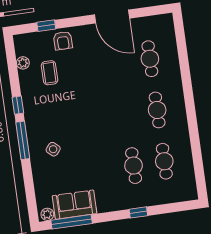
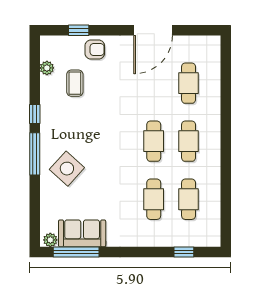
door: (112, 16) -> (153, 30), hinge flipped
armchair: (63, 41) -> (95, 50), turned -90
cafe table: (126, 114) -> (154, 141), added
side table: (53, 149) -> (67, 169), width x1.87, depth x1.87
window: (138, 212) -> (184, 252), moved

